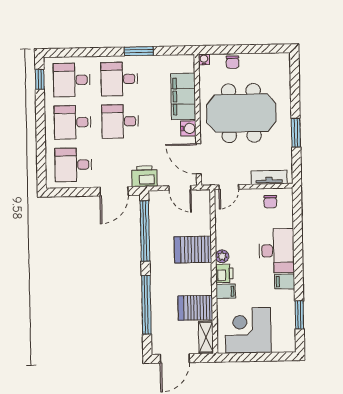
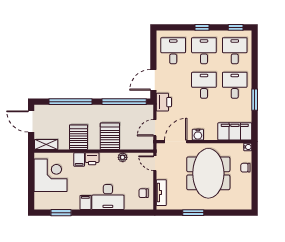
filing cabinet: (183, 96) -> (235, 131), moved
window: (41, 125) -> (202, 27), added
door: (114, 191) -> (153, 80), hinge flipped
plant: (222, 256) -> (123, 157), moved
server rack: (195, 308) -> (78, 137), moved

